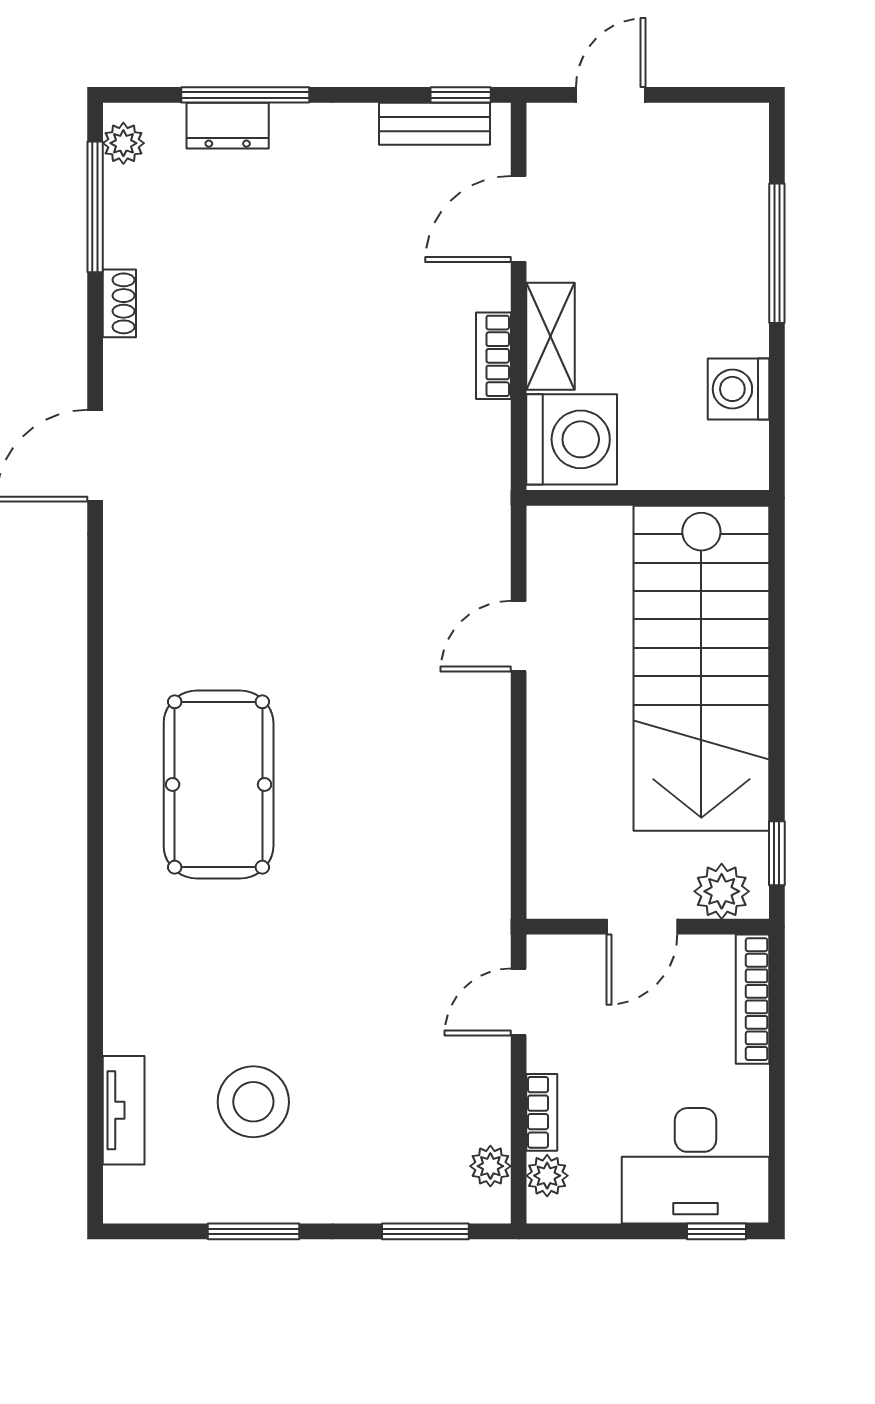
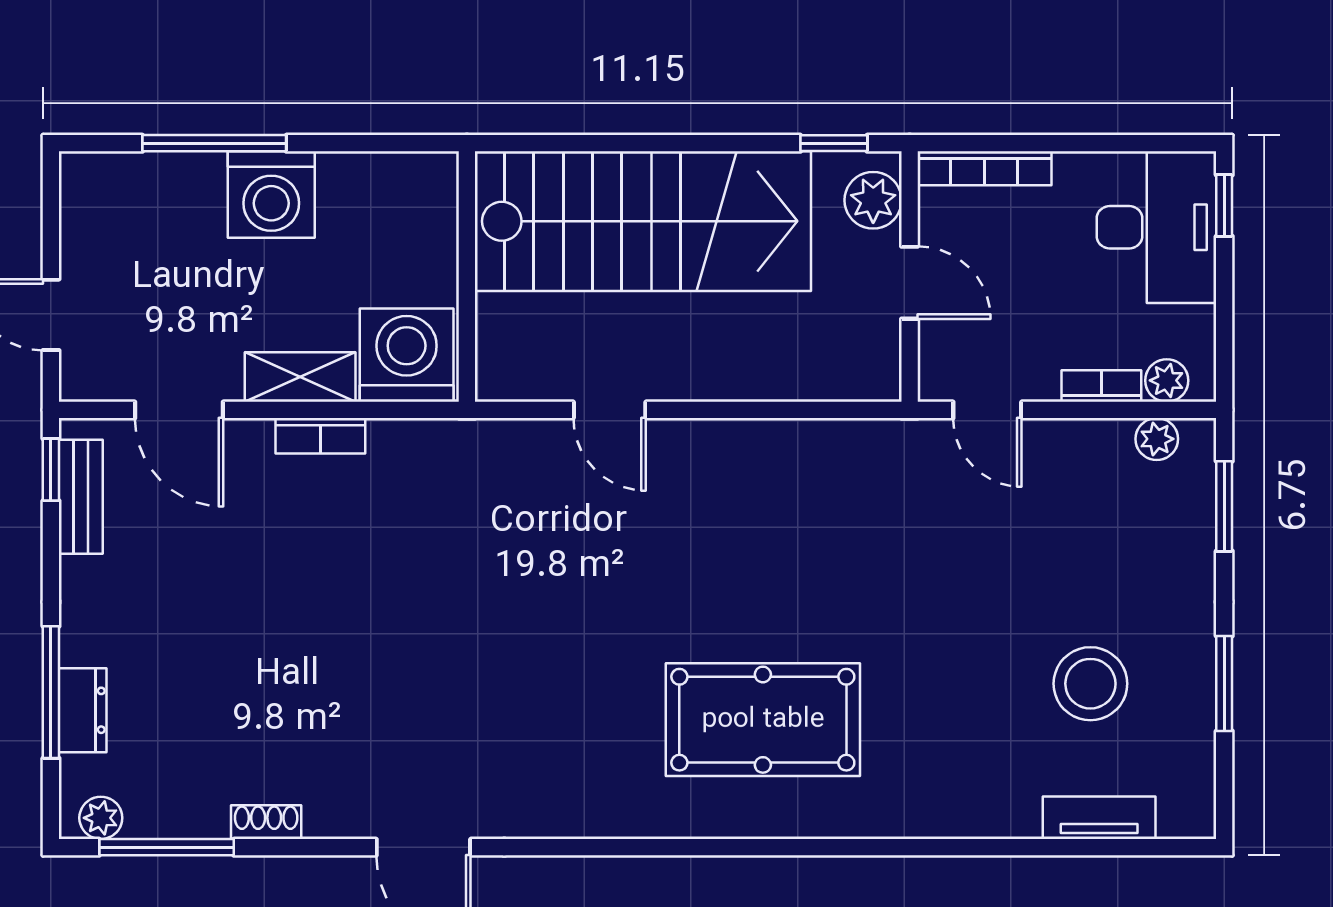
washing machine: (739, 389) -> (271, 195), moved, width x1.37, depth x1.37

